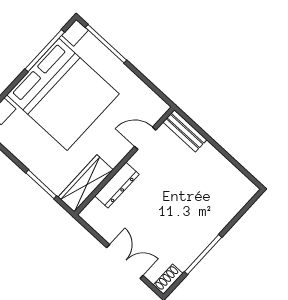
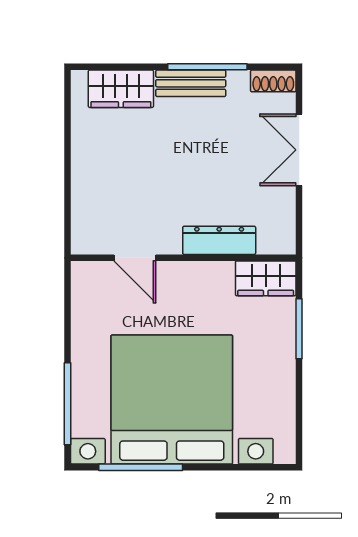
bench: (185, 131) -> (191, 83), moved, turned 90
wardrobe: (86, 183) -> (266, 278), width x0.67
wardrobe: (230, 205) -> (121, 89), added

